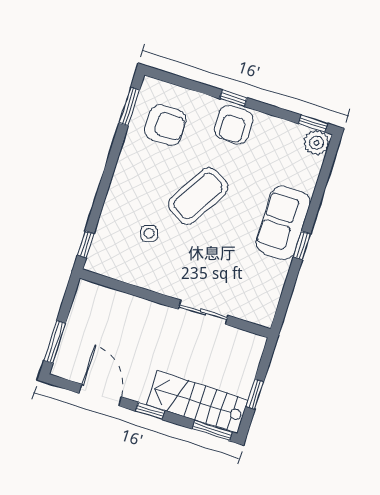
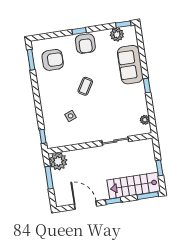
plant: (316, 143) -> (117, 35), moved
coffee table: (198, 196) -> (85, 86), width x0.54, depth x0.58
sofa: (283, 223) -> (130, 65), moved
plant: (91, 299) -> (58, 161), added
plant: (270, 301) -> (145, 120), added
window: (55, 342) -> (49, 178), moved

